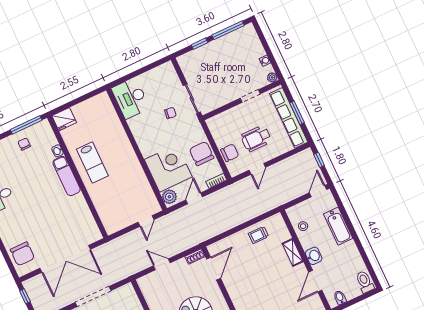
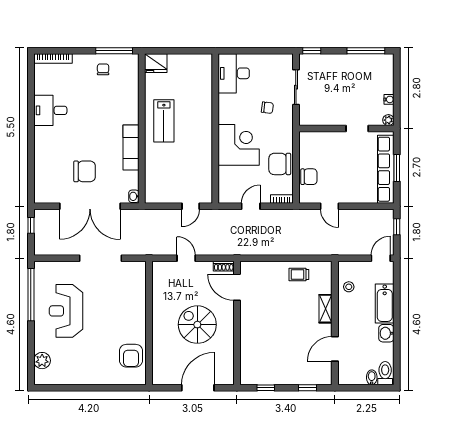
window: (199, 44) -> (312, 51), moved
sliding door: (192, 99) -> (296, 87), moved
wheelchair: (256, 138) -> (343, 175), removed
washbasin: (58, 151) -> (134, 196), moved
chair: (202, 154) -> (280, 164), turned -90
corner desk: (168, 168) -> (239, 145), moved
door: (257, 169) -> (329, 206), hinge flipped
exam couch: (67, 176) -> (131, 147), moved
plant: (169, 197) -> (226, 193), removed
chair: (22, 254) -> (85, 171), moved, turned -90
washbasin: (314, 256) -> (386, 333), moved, turned 180
door: (214, 269) -> (237, 287), swing flipped
bidet: (340, 297) -> (372, 377), moved

